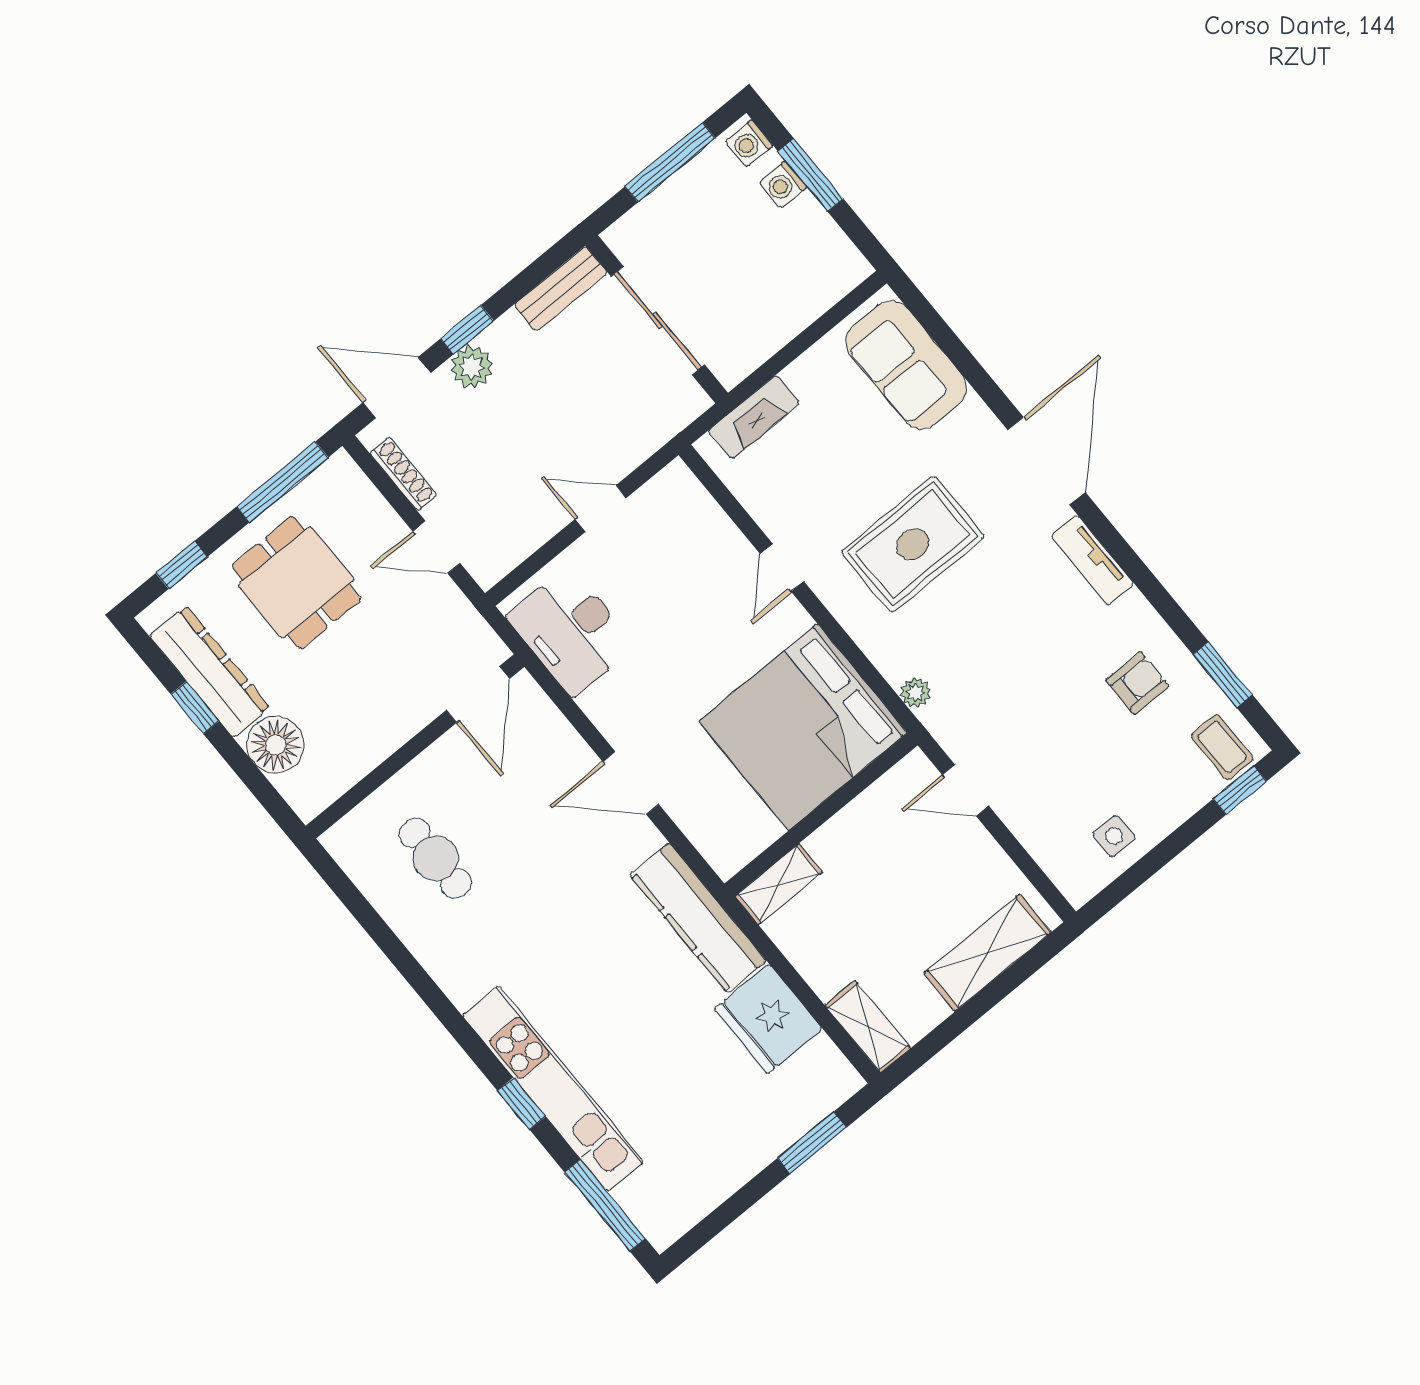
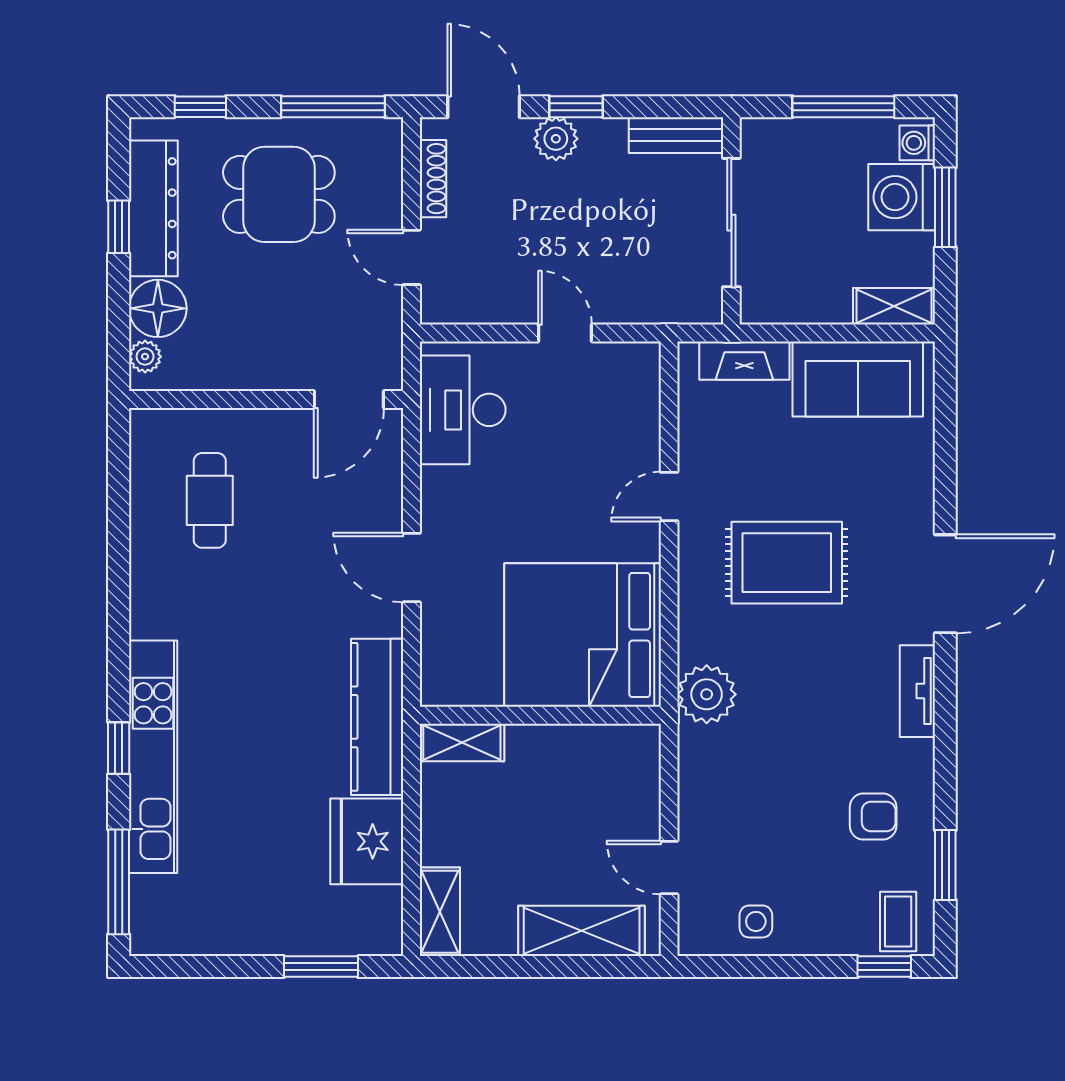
washing machine: (783, 185) -> (902, 197), width x1.89, depth x1.89
shelving: (834, 282) -> (894, 306), added
sofa: (906, 365) -> (858, 379), moved, turned -90
dining table: (296, 582) -> (279, 194), turned 90
plant: (915, 693) -> (707, 694), width x1.87, depth x1.87
plant: (296, 789) -> (145, 357), added
door: (966, 790) -> (669, 868), moved

